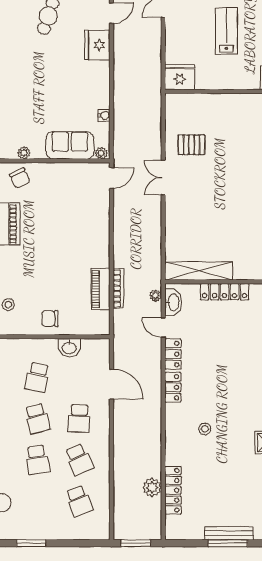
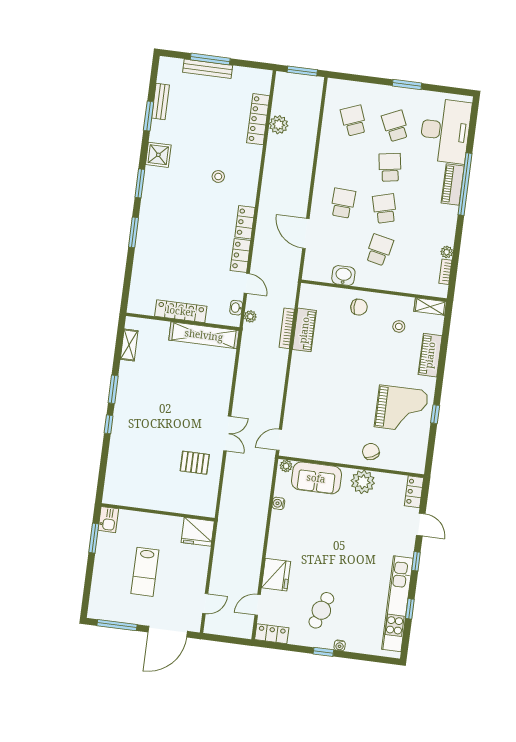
plant: (24, 153) -> (363, 482), width x1.87, depth x1.87
washbasin: (173, 302) -> (236, 308), width x0.52, depth x0.69
school desk: (79, 460) -> (395, 126), moved

